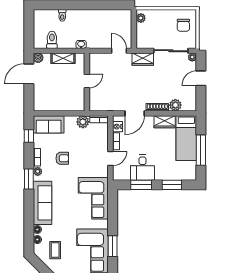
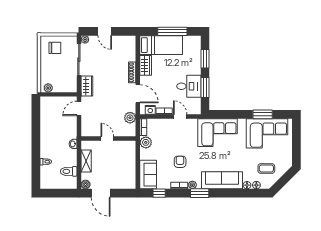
plant: (175, 105) -> (130, 118), moved

